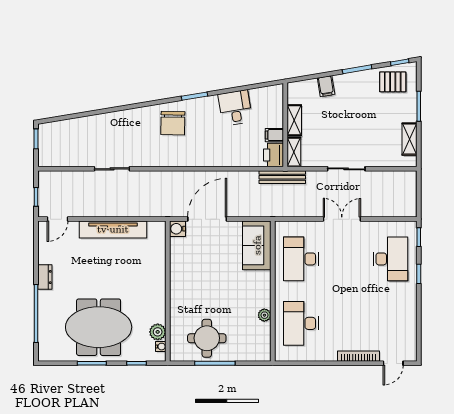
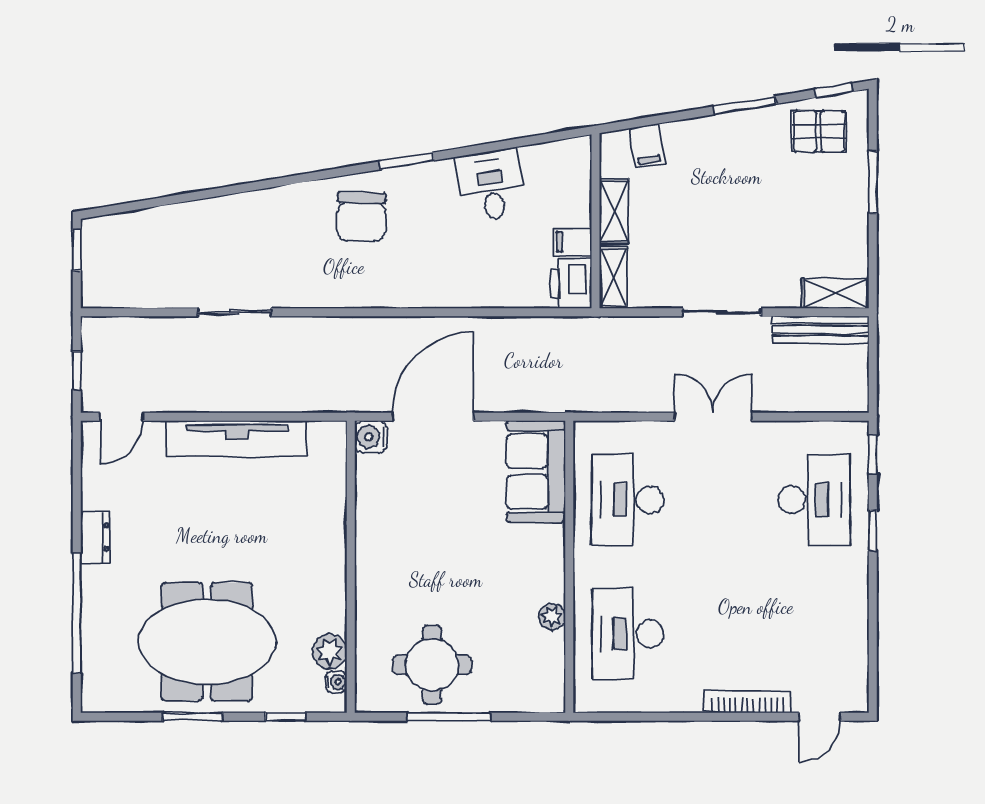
filing cabinet: (326, 86) -> (647, 146), moved
shelving: (409, 139) -> (835, 293), moved, turned 90
bench: (282, 177) -> (820, 330), moved

